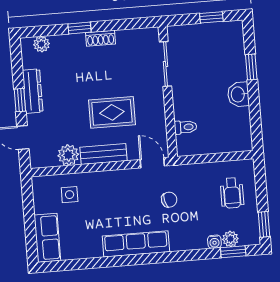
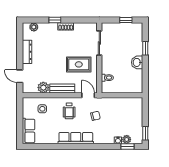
window: (20, 100) -> (20, 56), removed
rug: (112, 112) -> (79, 64), moved
wheelchair: (232, 193) -> (69, 111), moved

